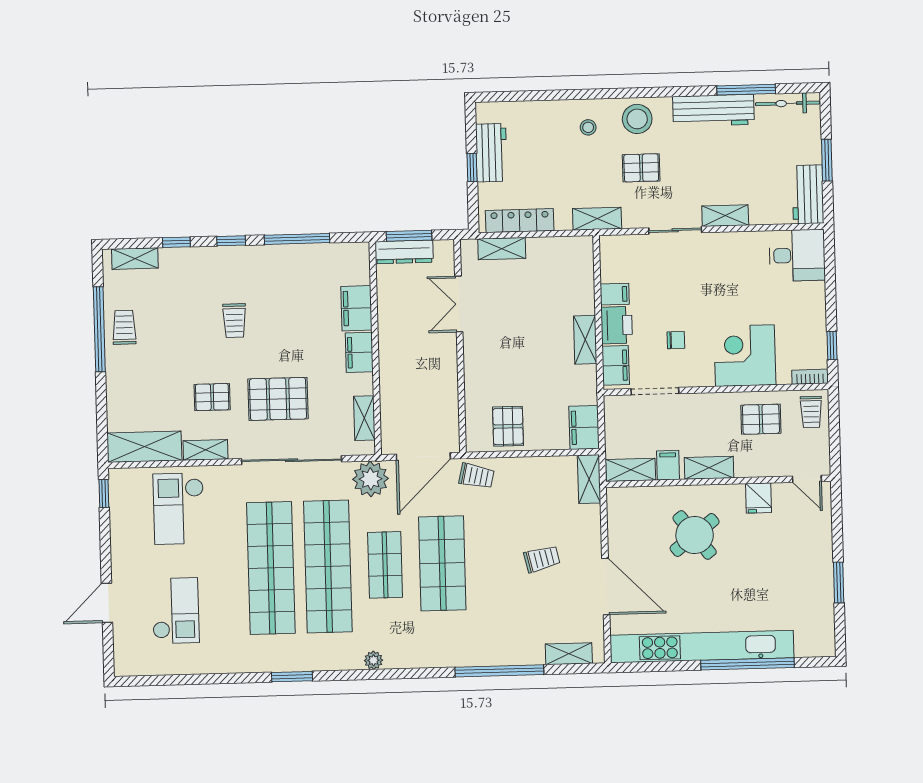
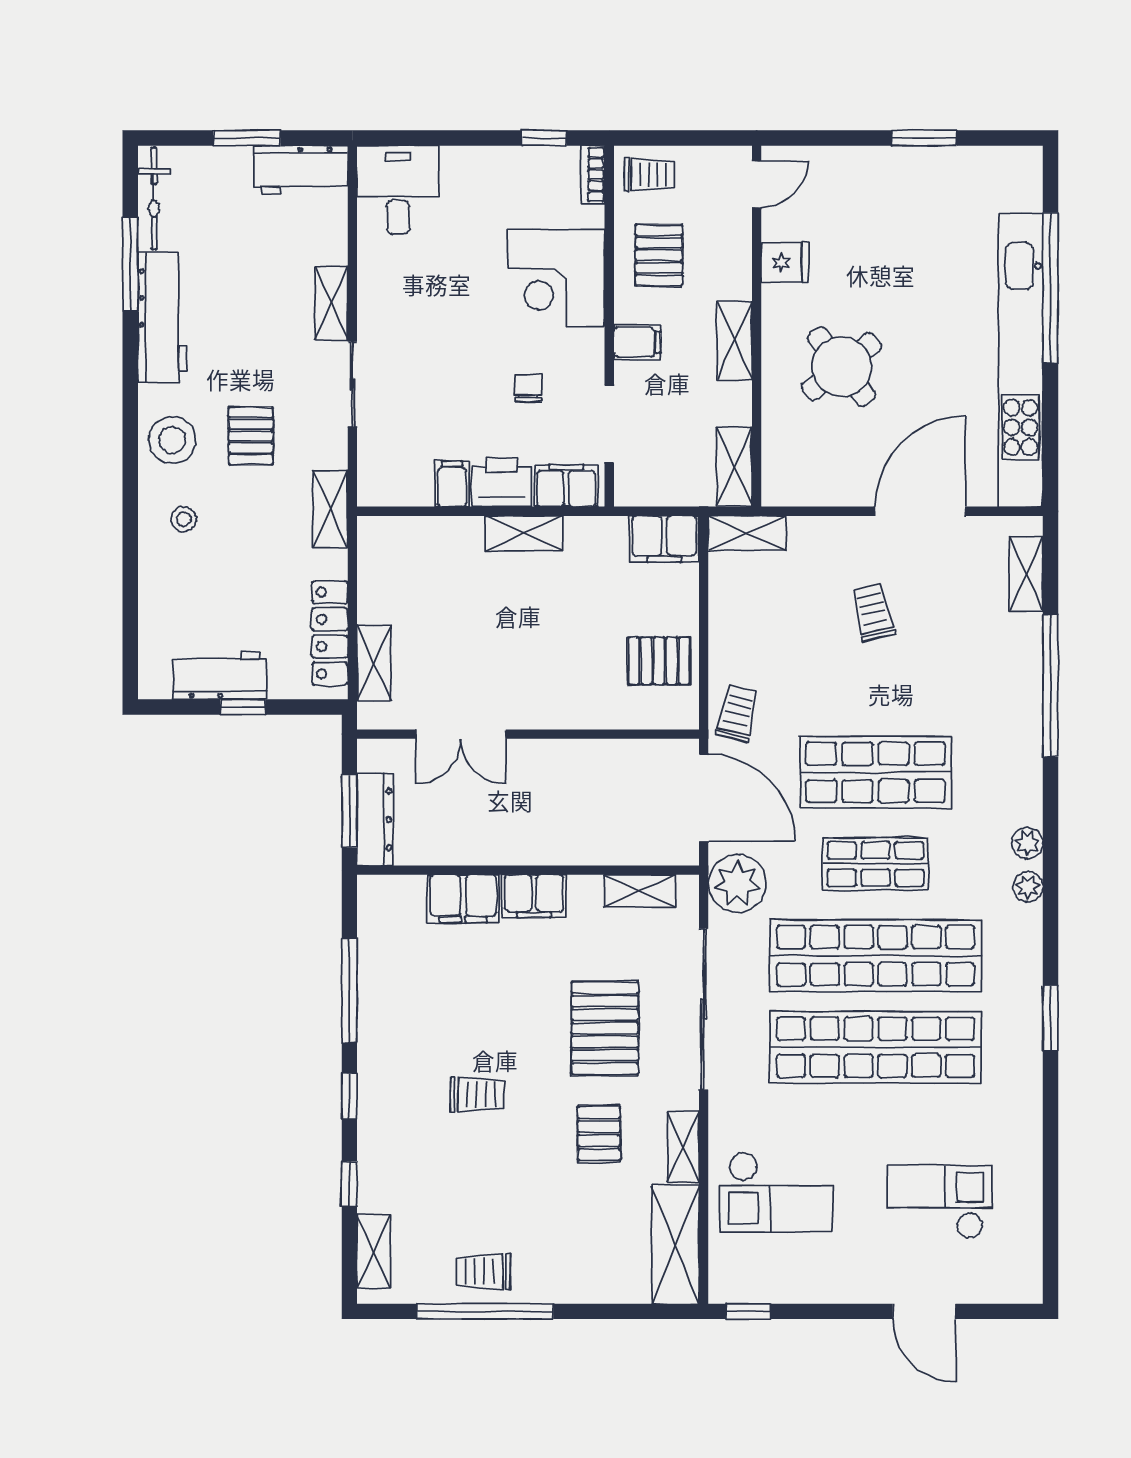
filing cabinet: (668, 465) -> (637, 342), moved, turned 180
plant: (401, 659) -> (1027, 843), added

